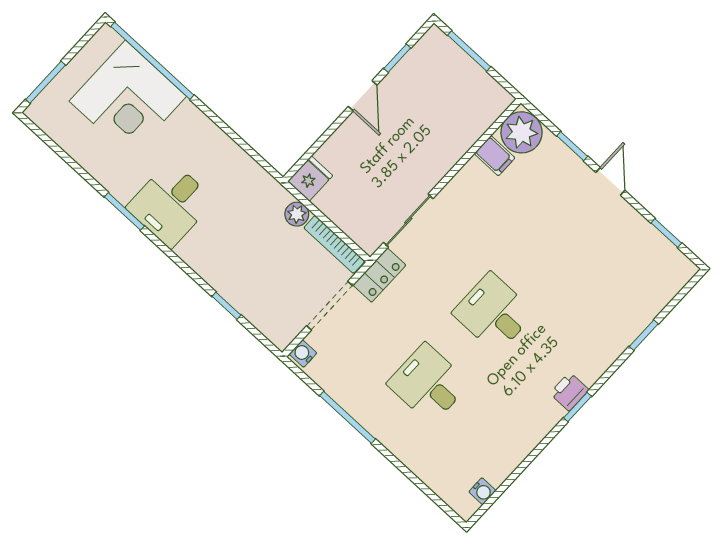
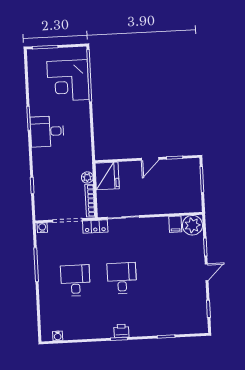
fridge: (310, 179) -> (107, 176), width x1.88, depth x1.34

